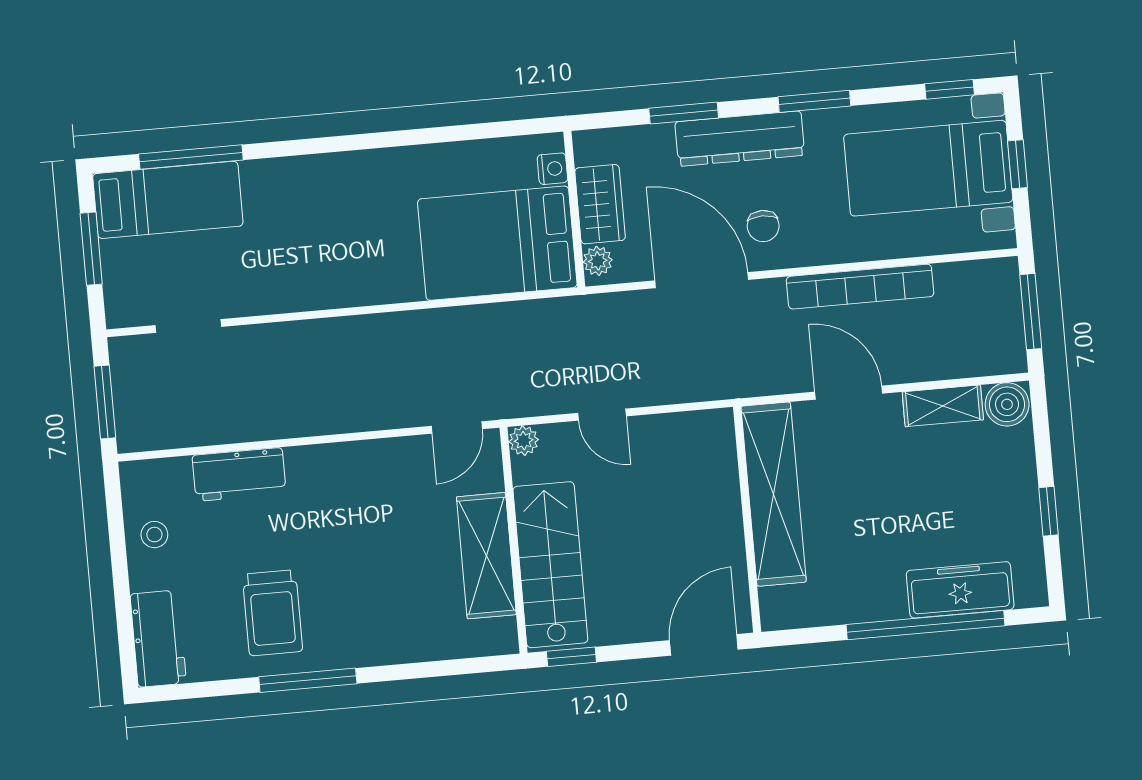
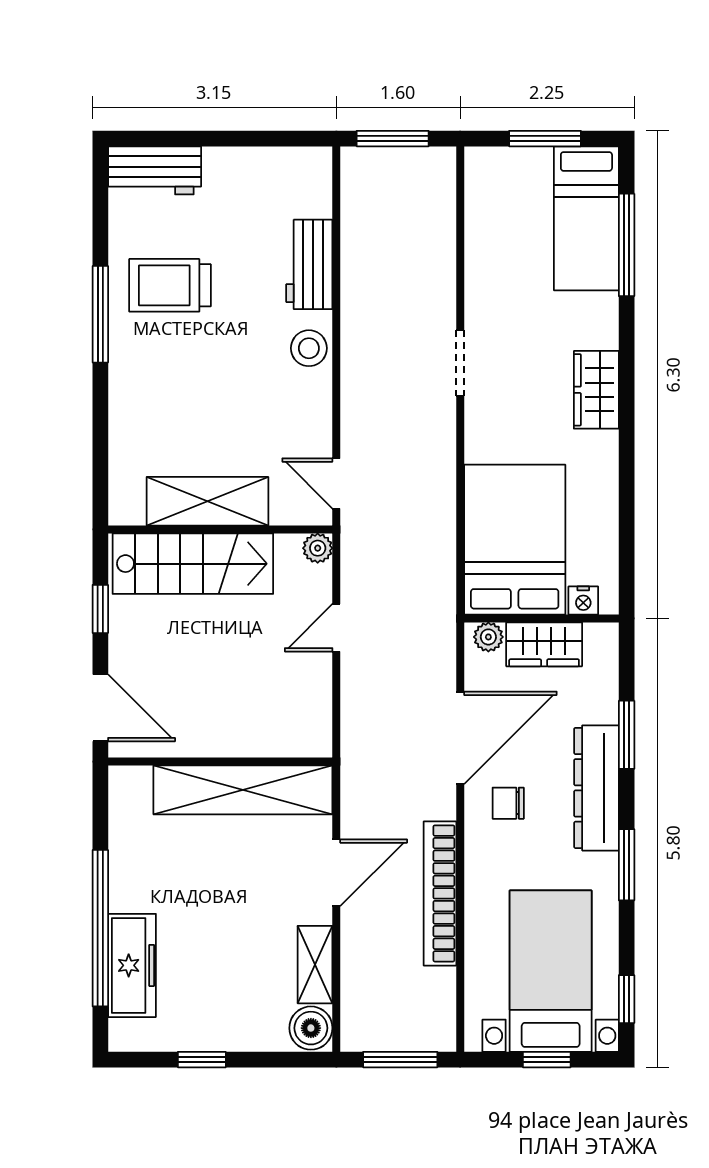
wardrobe: (339, 174) -> (596, 390), added
doorway: (188, 326) -> (460, 363), moved
stool: (154, 535) -> (309, 348), moved, width x1.37, depth x1.37
window: (571, 657) -> (100, 609), moved

